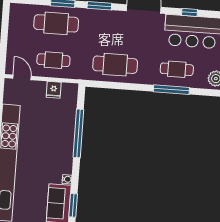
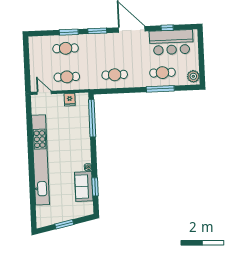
cafe table: (56, 23) -> (66, 48), width x0.73, depth x0.74
cafe table: (115, 65) -> (115, 75), width x0.73, depth x0.74
window: (78, 133) -> (92, 118), moved

